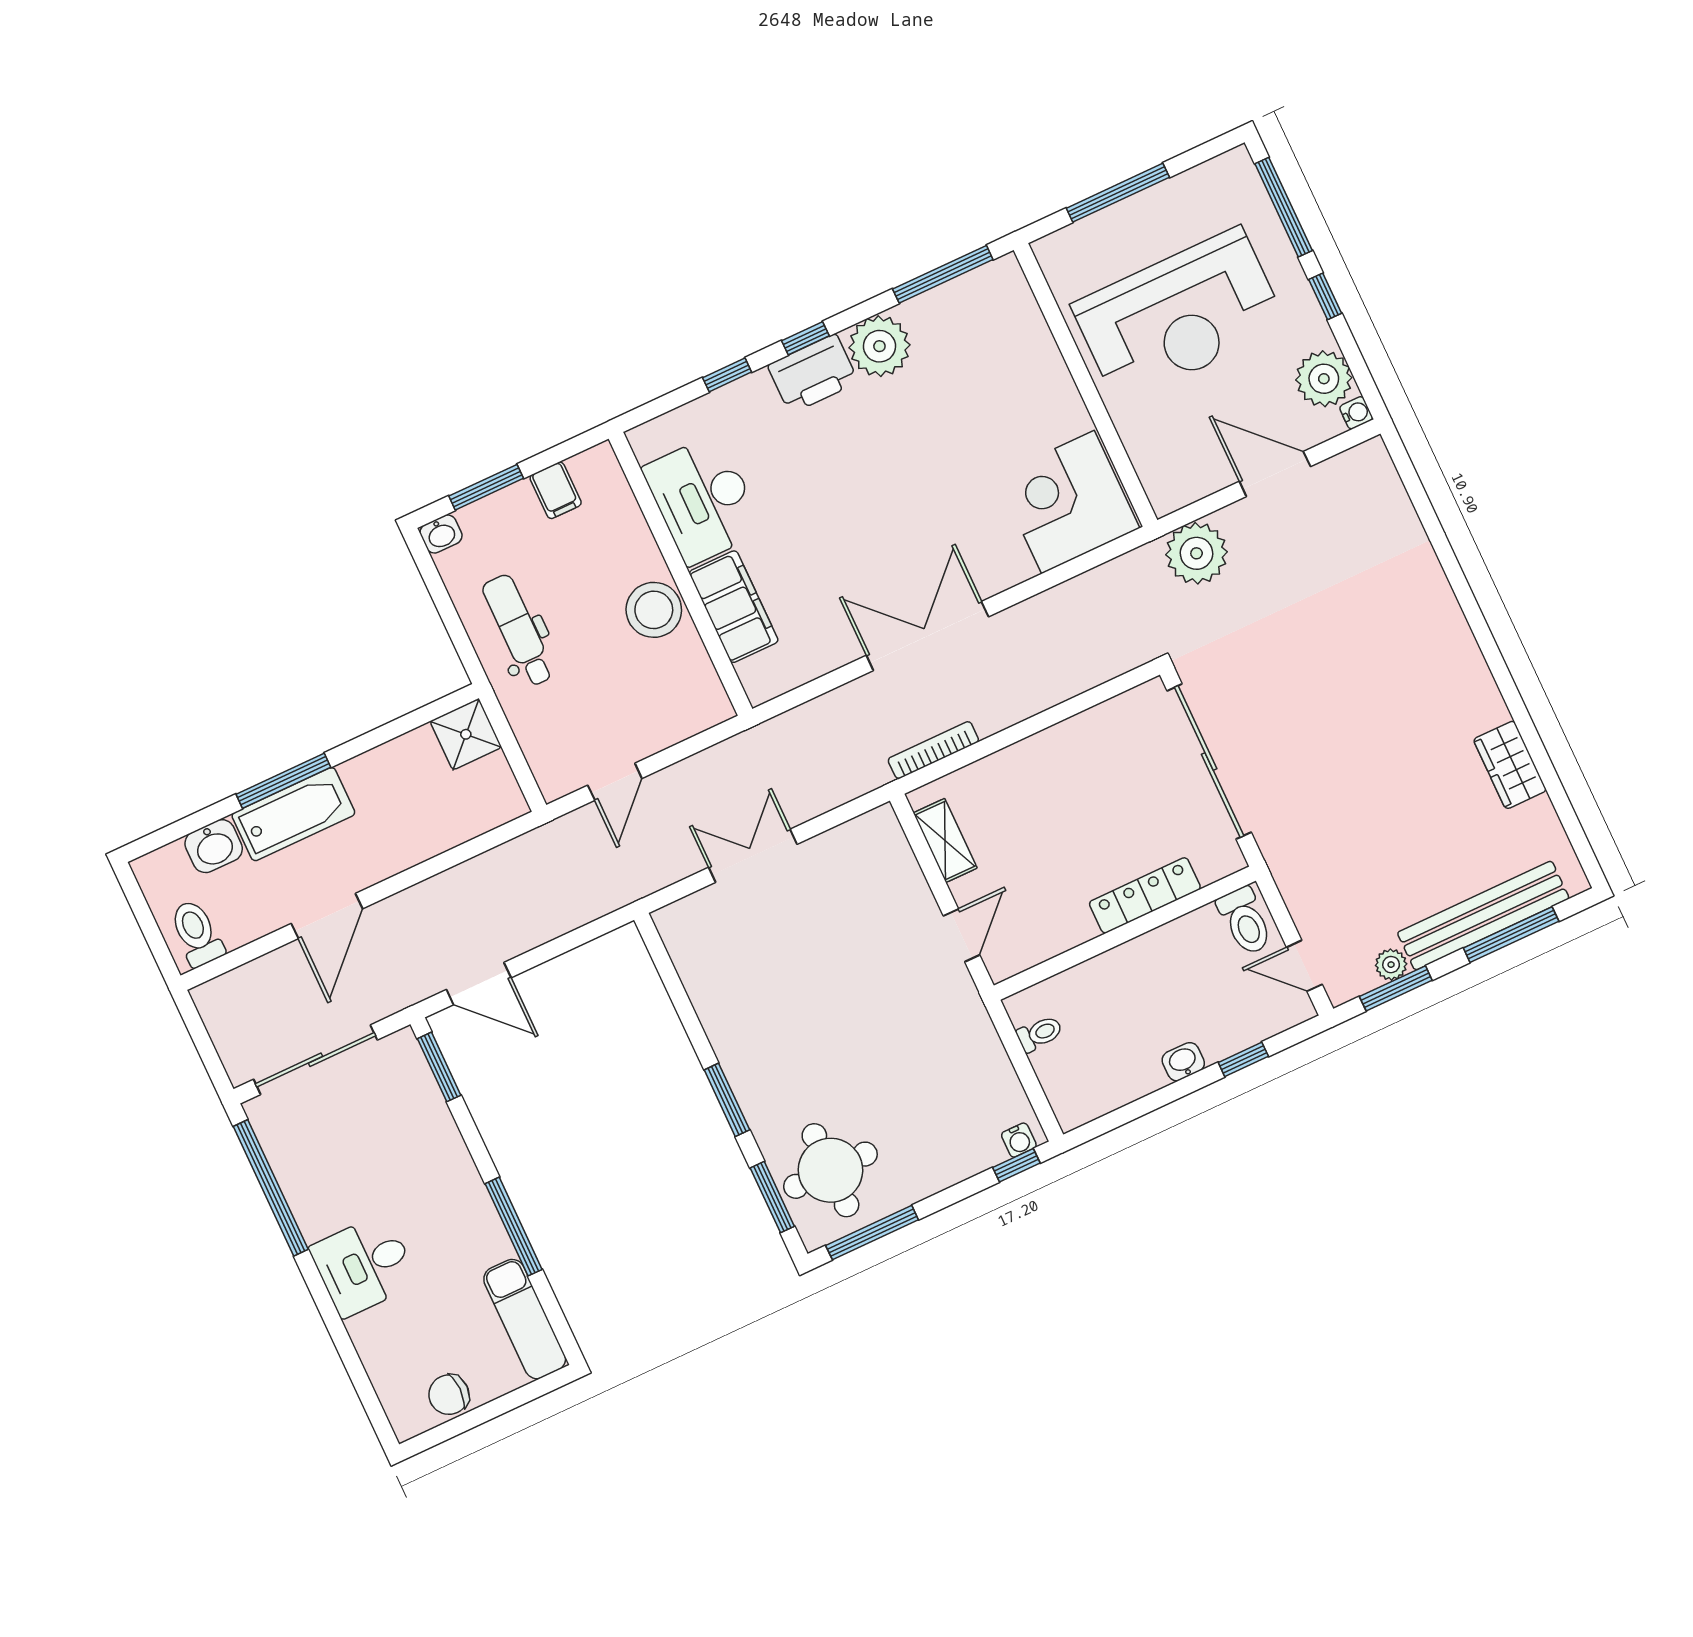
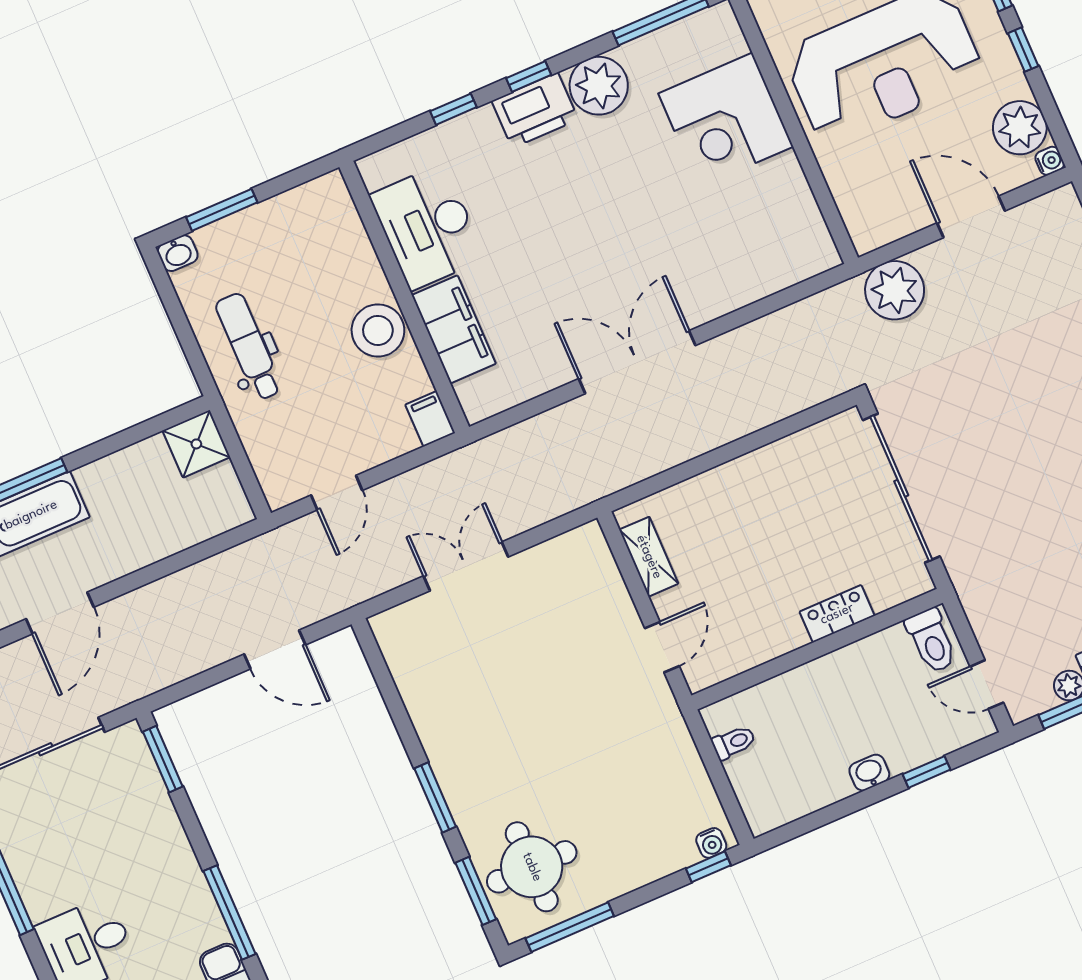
filing cabinet: (556, 490) -> (430, 419), moved, turned 180
corner desk: (1068, 502) -> (726, 120), moved, turned -90
bookcase: (933, 750) -> (640, 471), removed
locker: (1145, 895) -> (837, 614), width x0.66
door: (479, 984) -> (275, 649), moved

